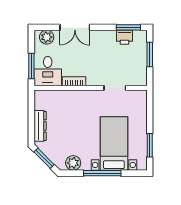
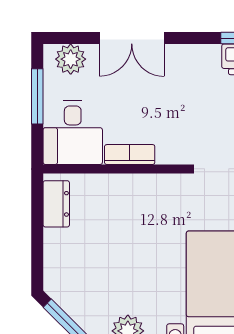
window: (31, 66) -> (37, 96), moved
dresser: (40, 126) -> (56, 204), moved, width x0.70

